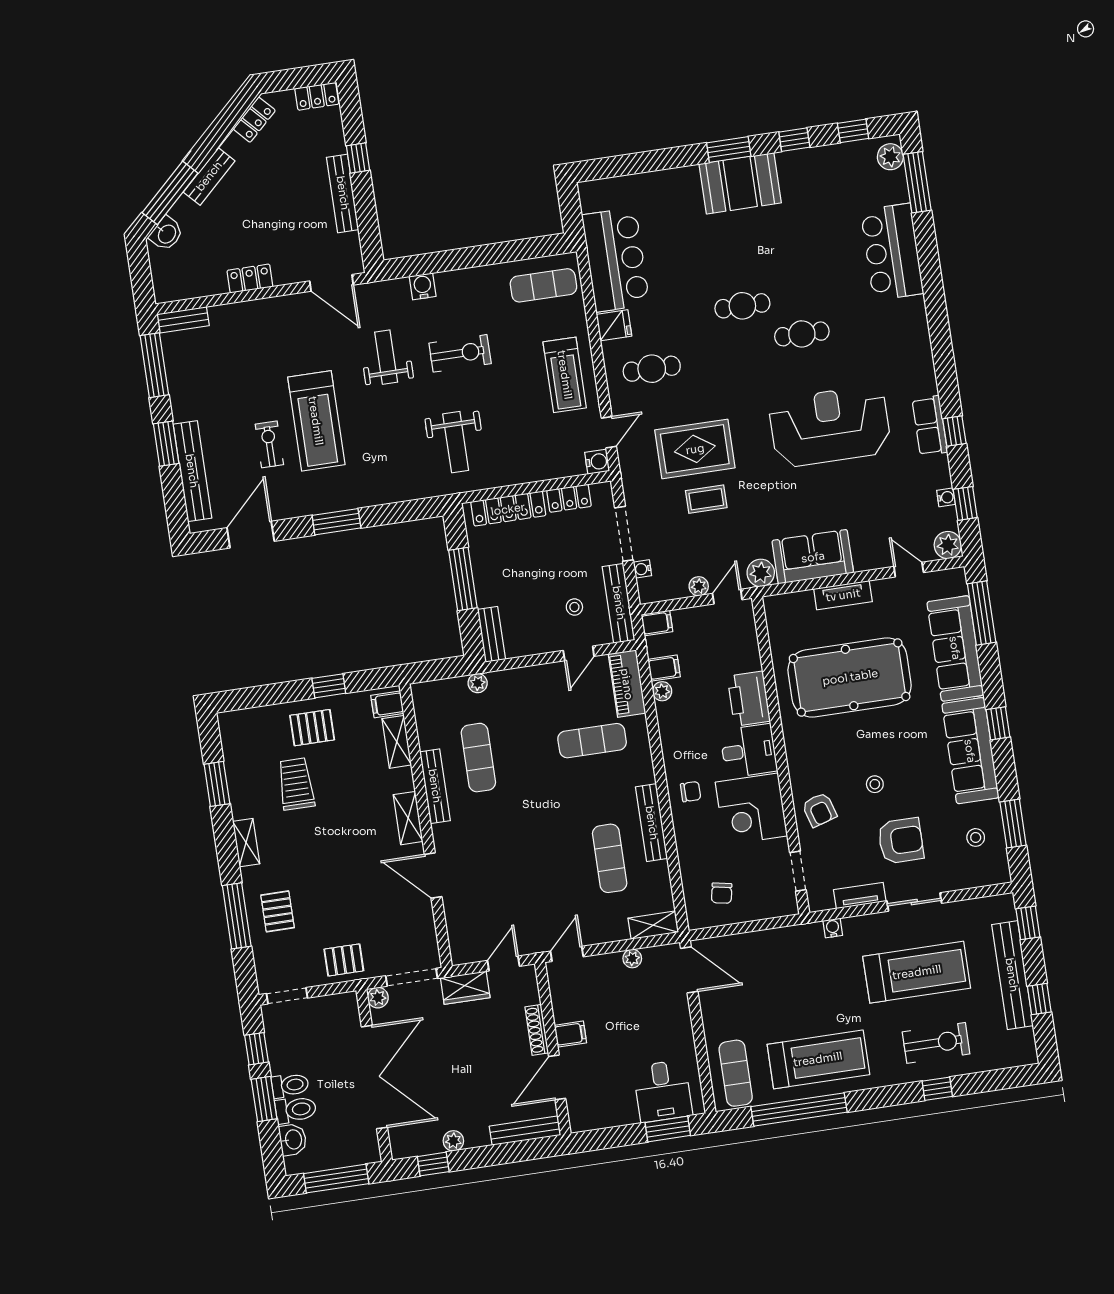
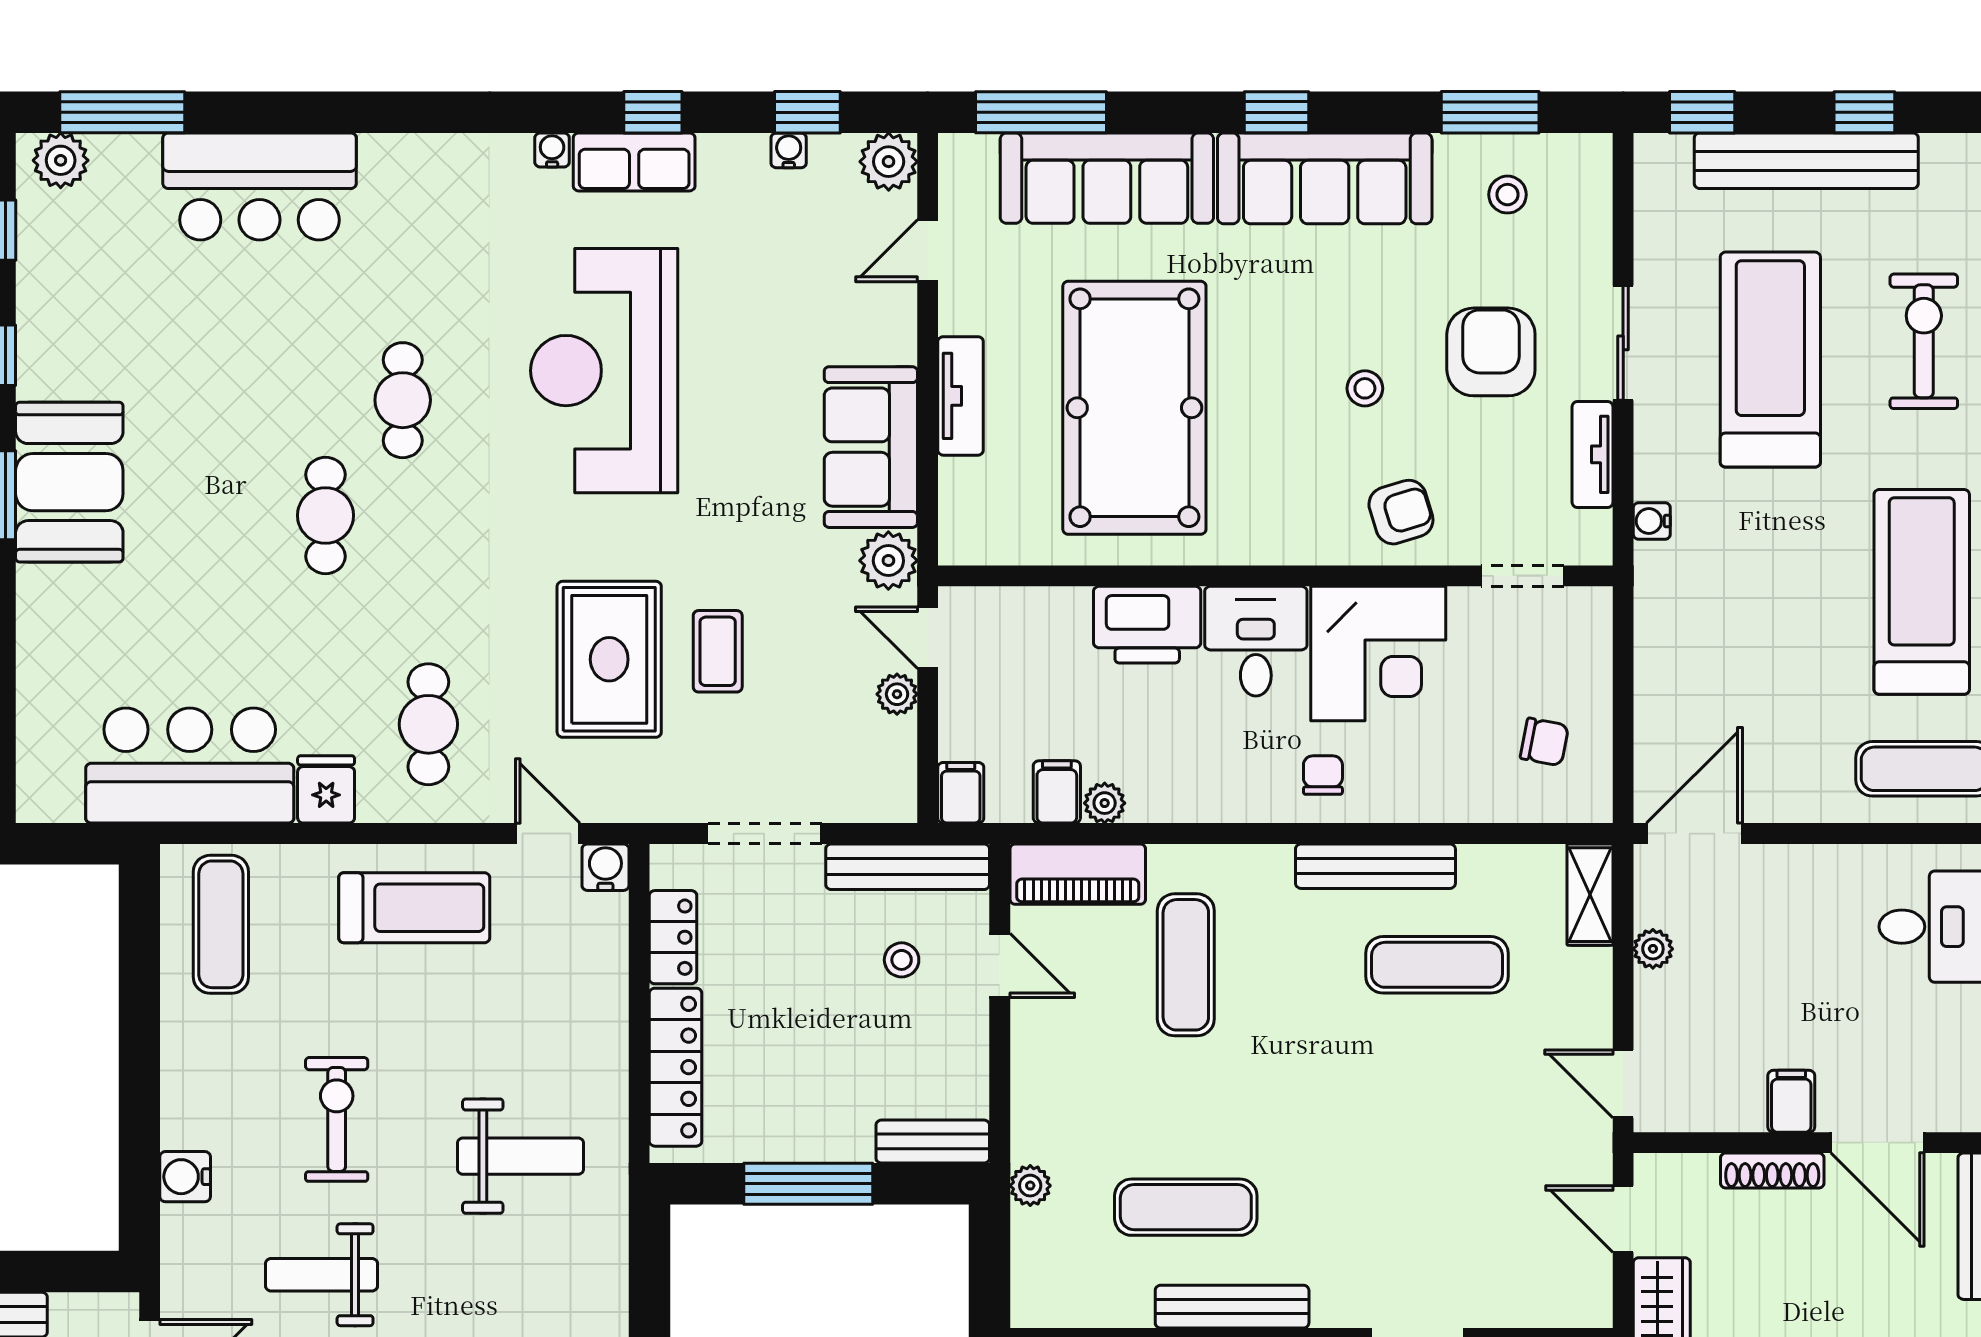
water cooler: (642, 569) -> (552, 150), moved, turned 180

